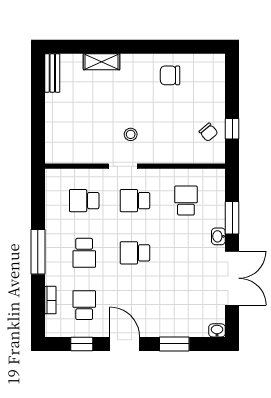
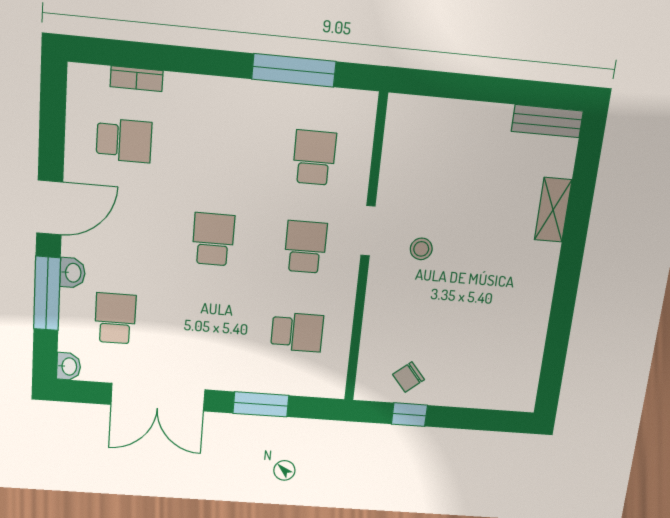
chair: (170, 75) -> (512, 322), removed
washbasin: (218, 236) -> (72, 273), moved, turned 90
window: (38, 252) -> (294, 70), moved
school desk: (84, 253) -> (115, 318), moved, turned 90
window: (82, 344) -> (52, 129), removed
window: (174, 344) -> (47, 293), width x1.44

